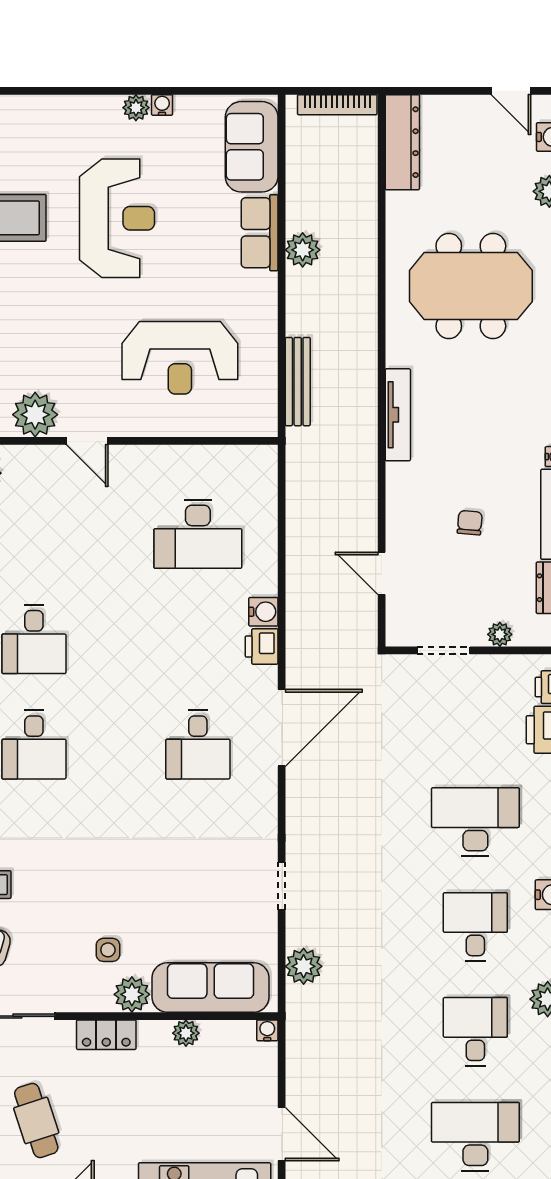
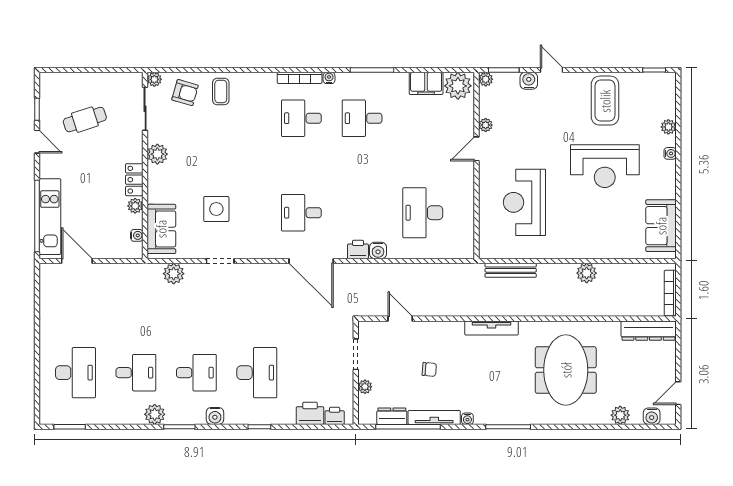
water cooler: (162, 105) -> (670, 153), moved
plant: (136, 108) -> (668, 127), moved
sofa: (252, 147) -> (661, 226), moved, turned -90
row of seats: (260, 233) -> (596, 248), removed
plant: (35, 415) -> (486, 125), width x0.53, depth x0.53
door: (382, 573) -> (400, 319), hinge flipped
side table: (108, 950) -> (216, 209), moved, width x1.87, depth x1.87
sofa: (211, 987) -> (161, 229), width x0.73
plant: (132, 994) -> (157, 154), moved
water cooler: (267, 1030) -> (137, 235), moved
locker: (106, 1035) -> (134, 180), moved
door: (282, 1134) -> (77, 261), swing flipped

